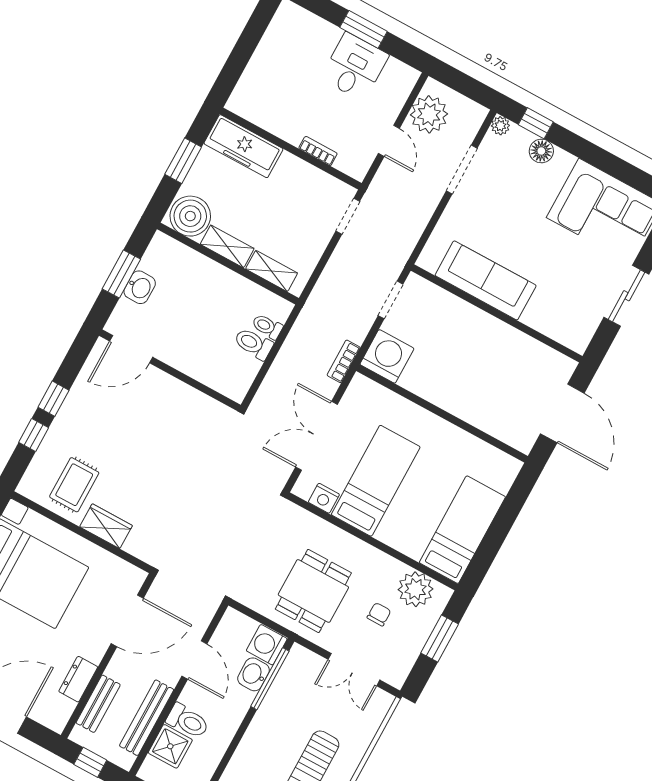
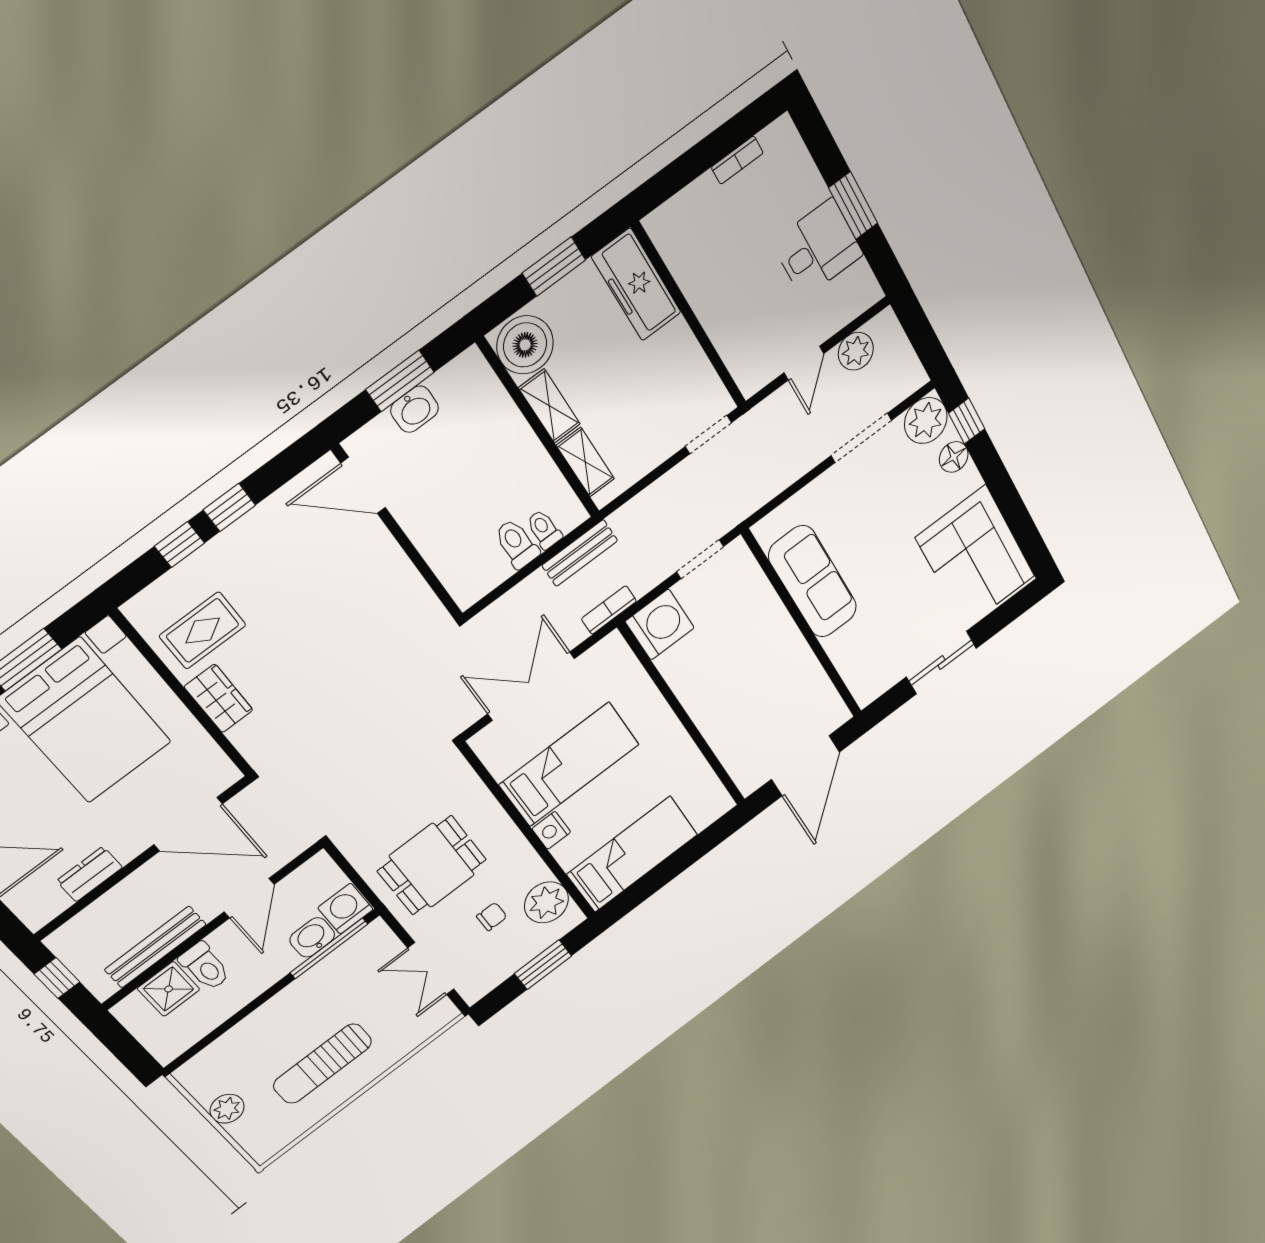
plant: (429, 114) -> (856, 351), width x0.73, depth x0.73
plant: (500, 126) -> (926, 421), width x1.88, depth x1.88
bookcase: (318, 151) -> (737, 160), moved, turned 90
nightstand: (324, 498) -> (551, 830), moved
bench: (98, 704) -> (580, 553), moved

